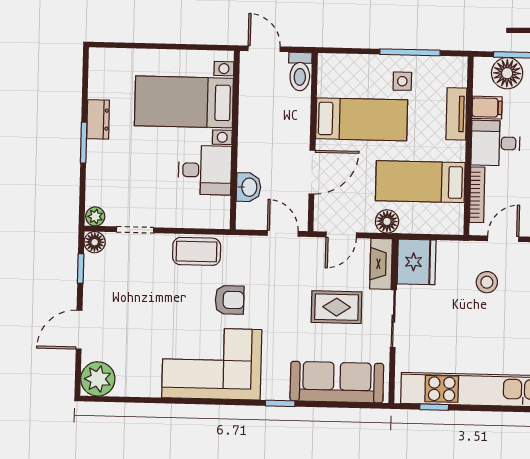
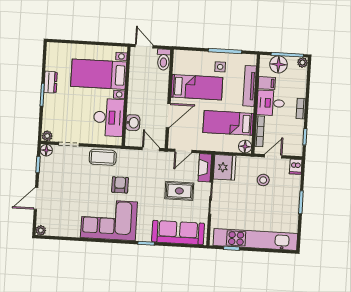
tv unit: (456, 114) -> (250, 86), width x1.41
desk: (205, 170) -> (109, 117), width x1.37
floor lamp: (387, 221) -> (245, 147), moved
armchair: (229, 300) -> (120, 185), turned -90
plant: (98, 379) -> (41, 230), width x0.53, depth x0.53

